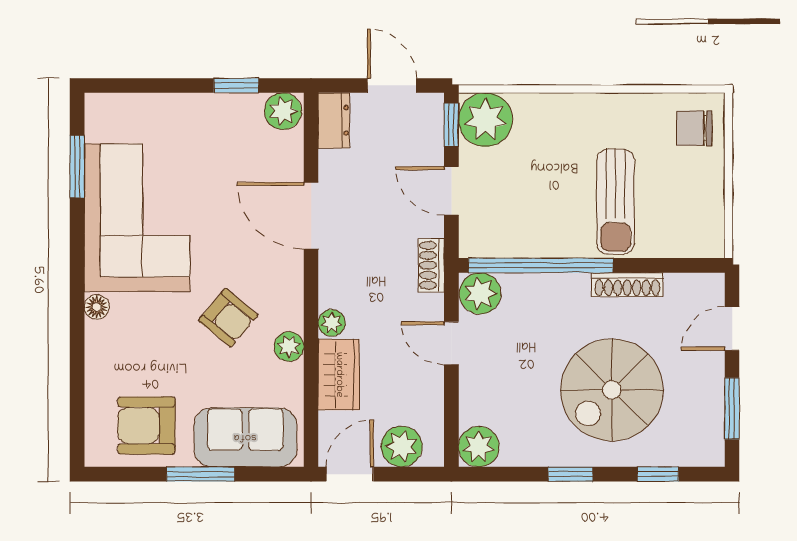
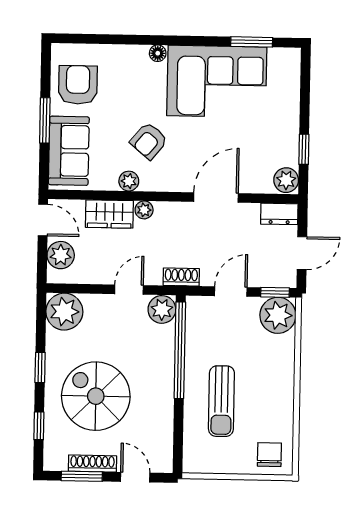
sun lounger: (616, 202) -> (221, 401), turned -90
shoe rack: (627, 285) -> (92, 463), moved, turned 90
plant: (479, 447) -> (64, 312), width x1.36, depth x1.36

